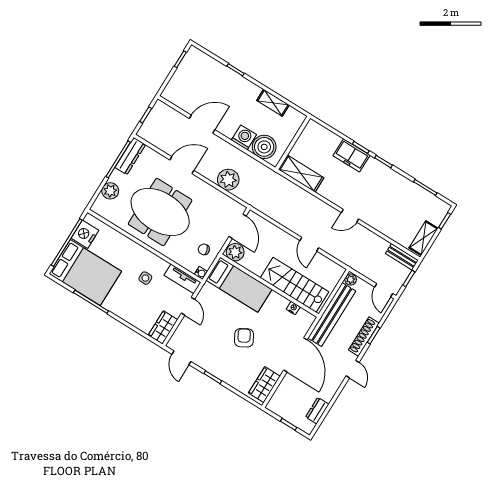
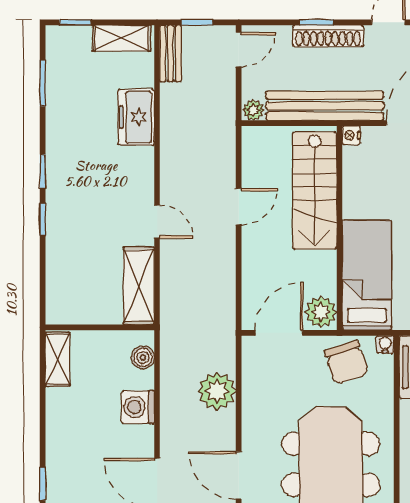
shelving: (273, 103) -> (58, 359), moved
boiler: (264, 147) -> (143, 357), width x0.54, depth x0.54
freezer: (351, 155) -> (136, 117), moved, turned 180
door: (350, 216) -> (157, 221), moved
chair: (204, 249) -> (346, 362), width x1.87, depth x1.87
nightstand: (293, 308) -> (351, 135), moved

